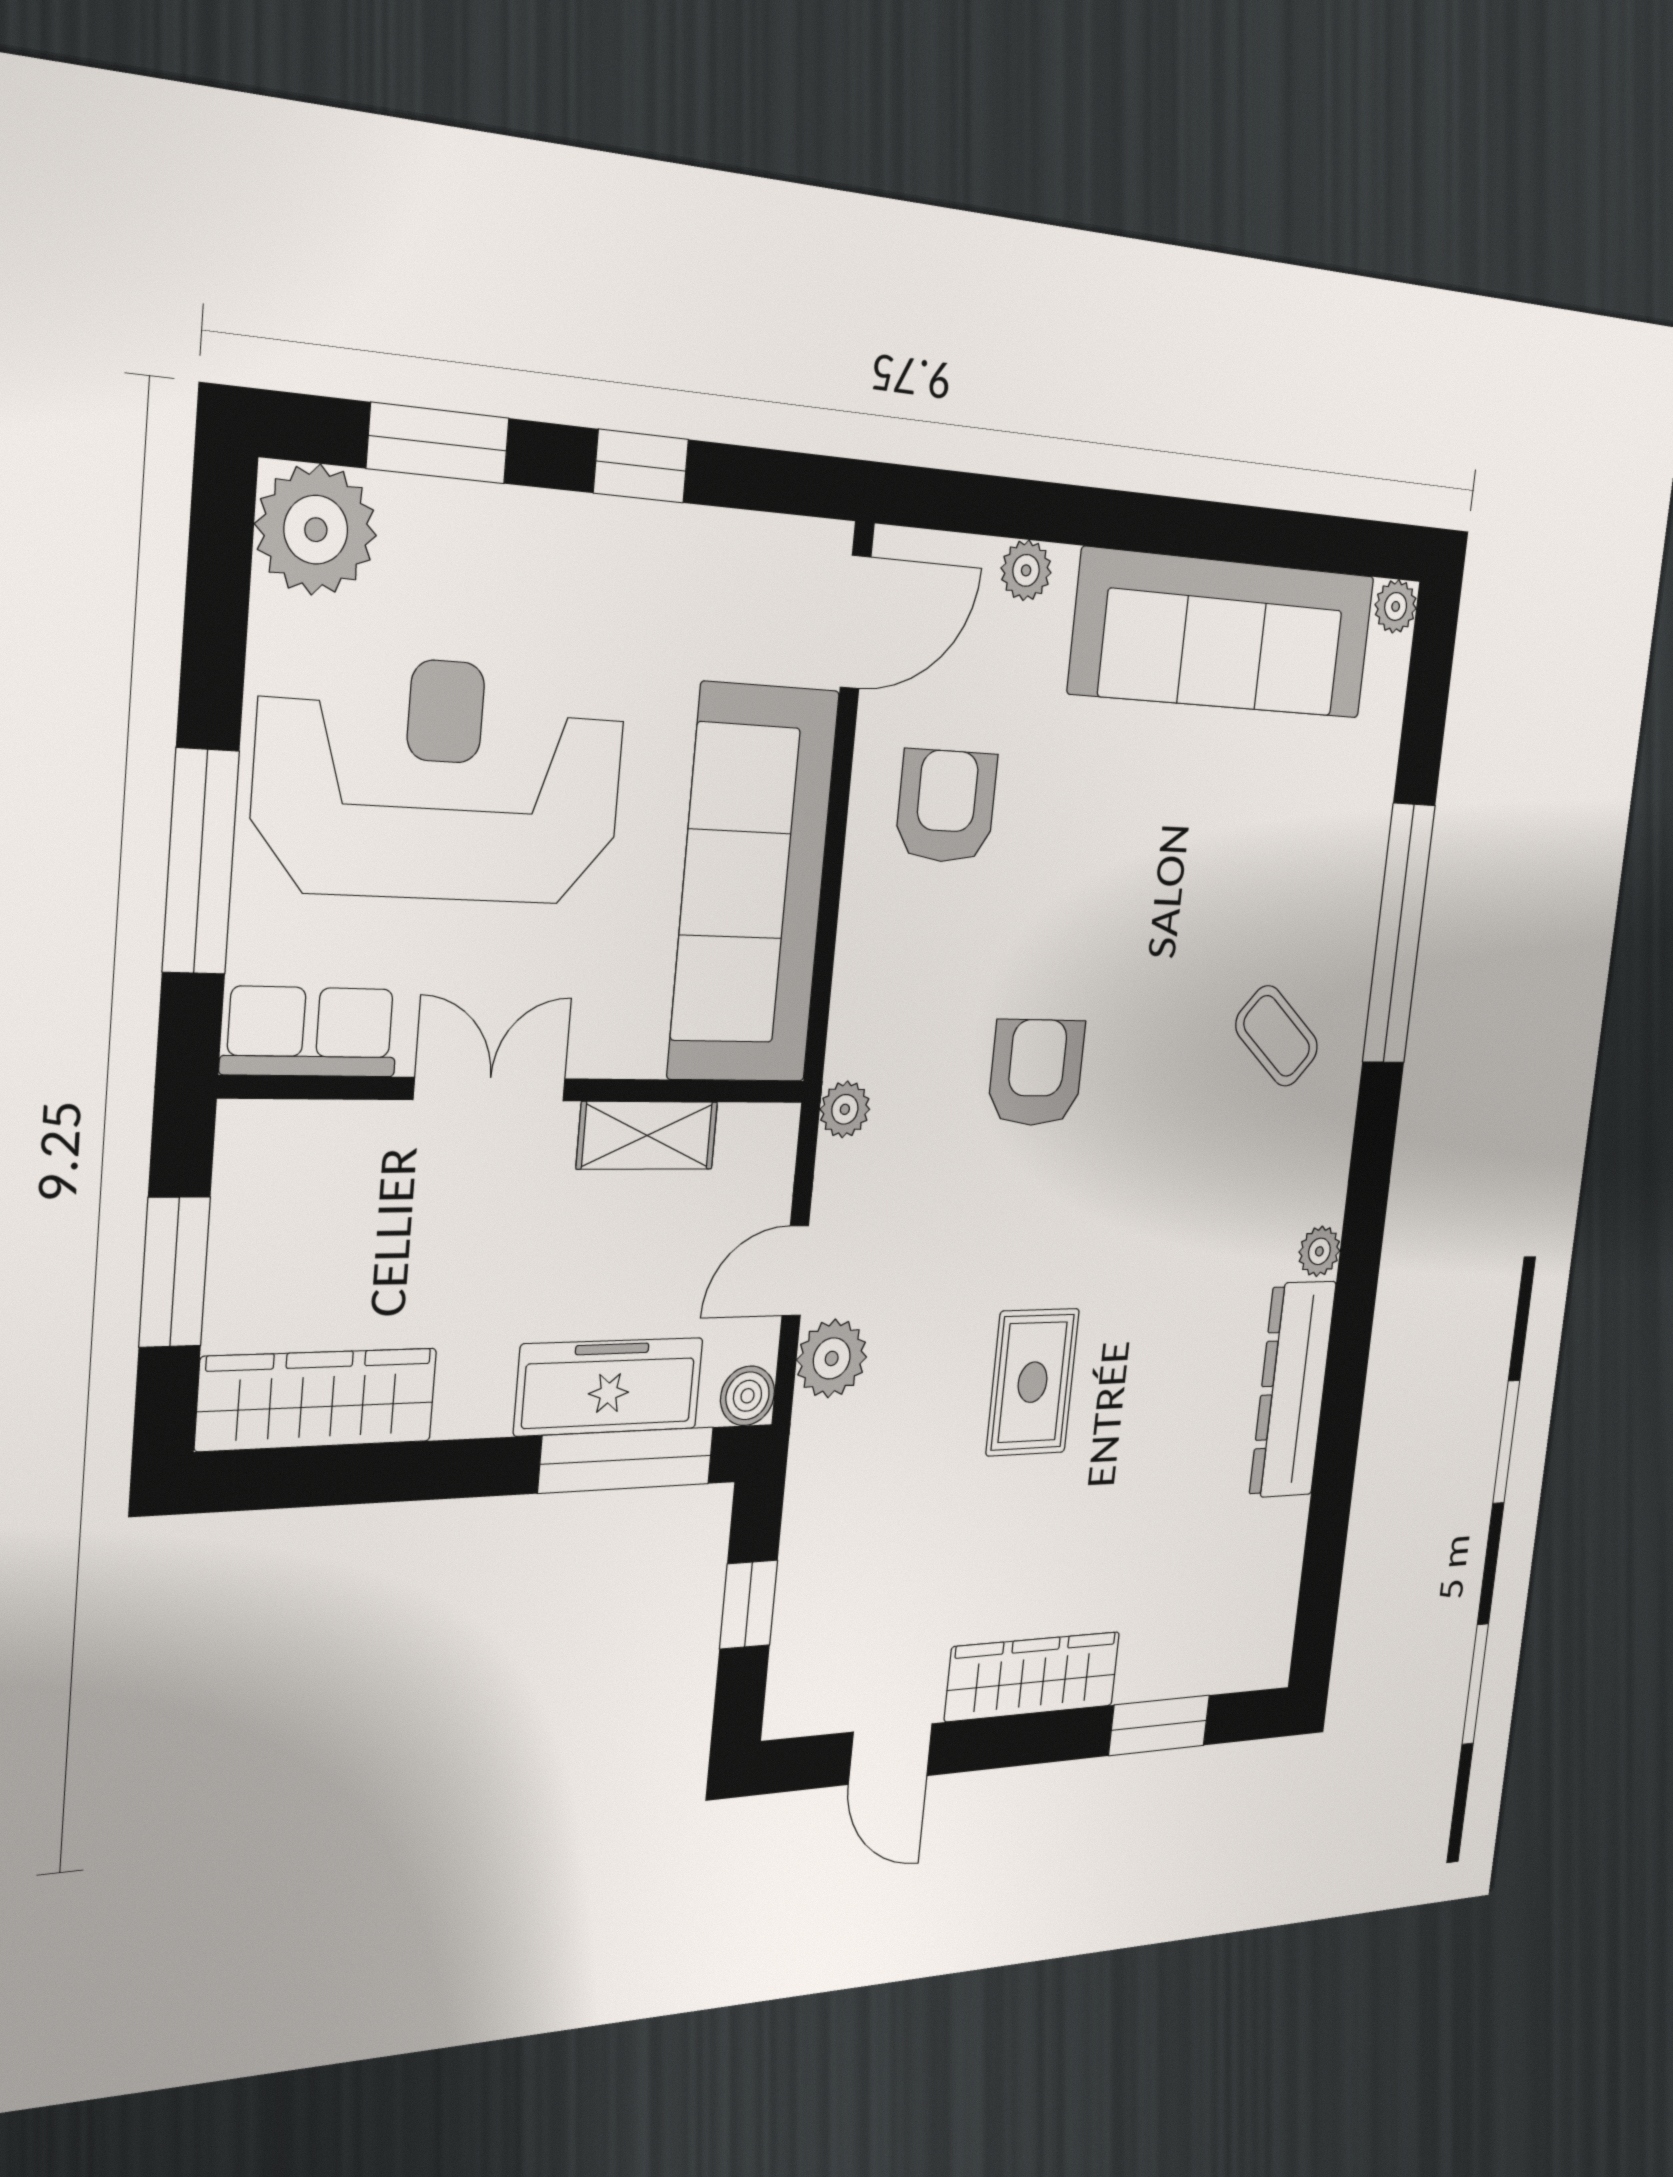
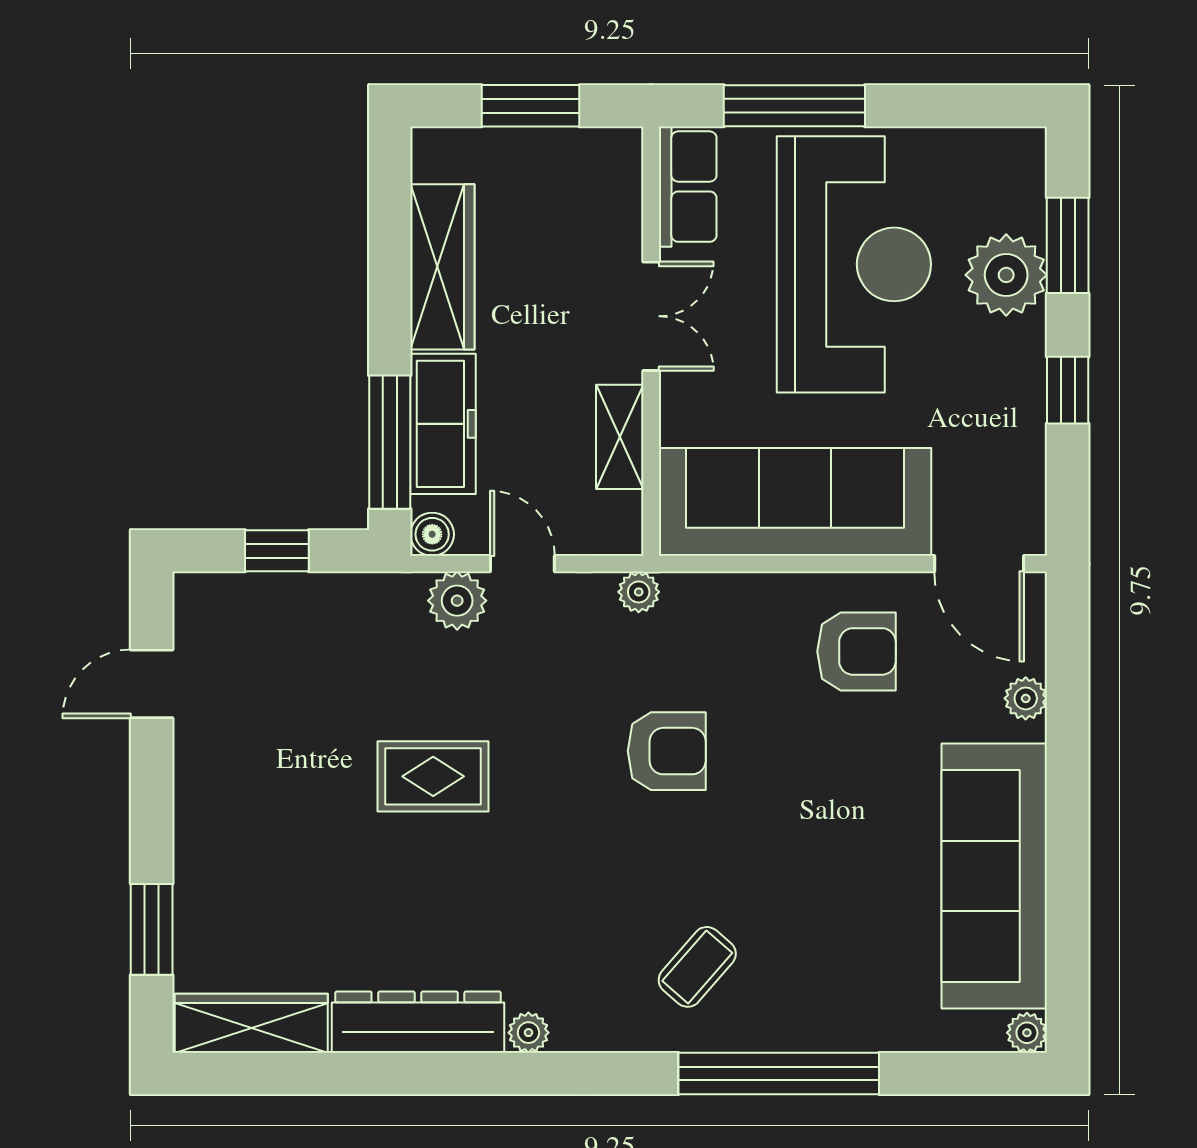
plant: (316, 530) -> (1006, 275), moved
wardrobe: (317, 1399) -> (442, 267), moved
wardrobe: (1033, 1676) -> (251, 1023), moved, turned -90

